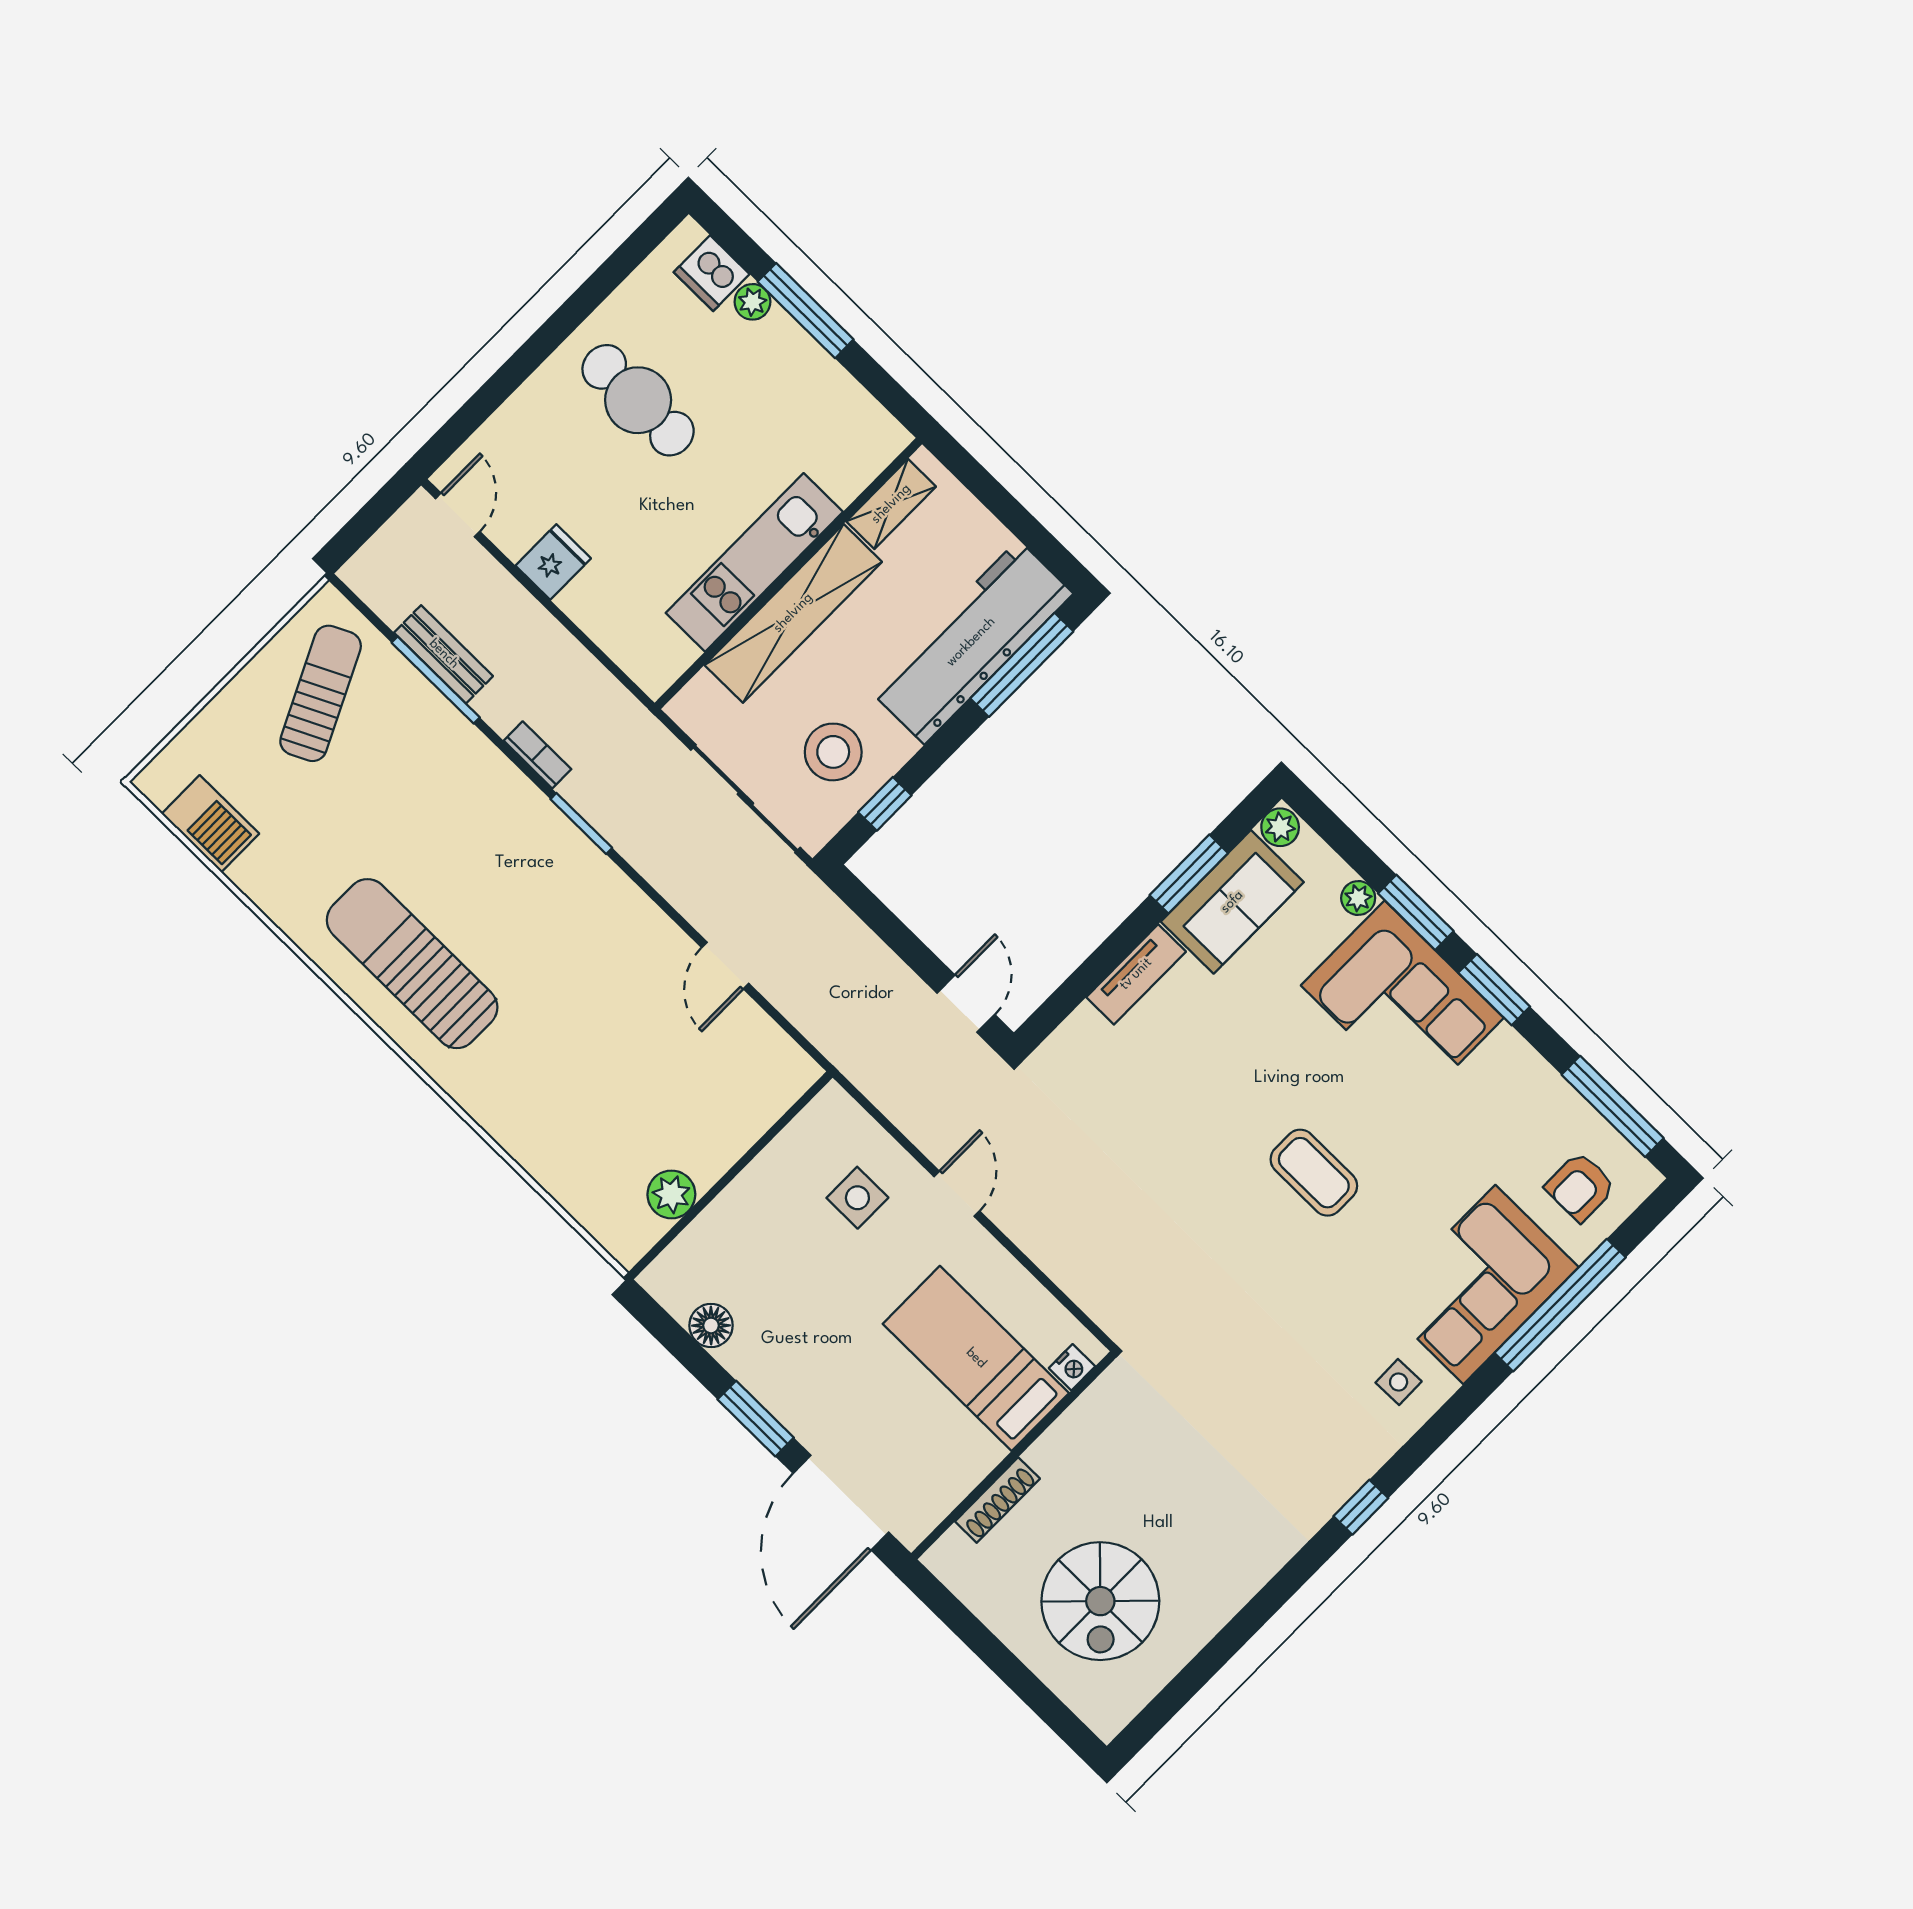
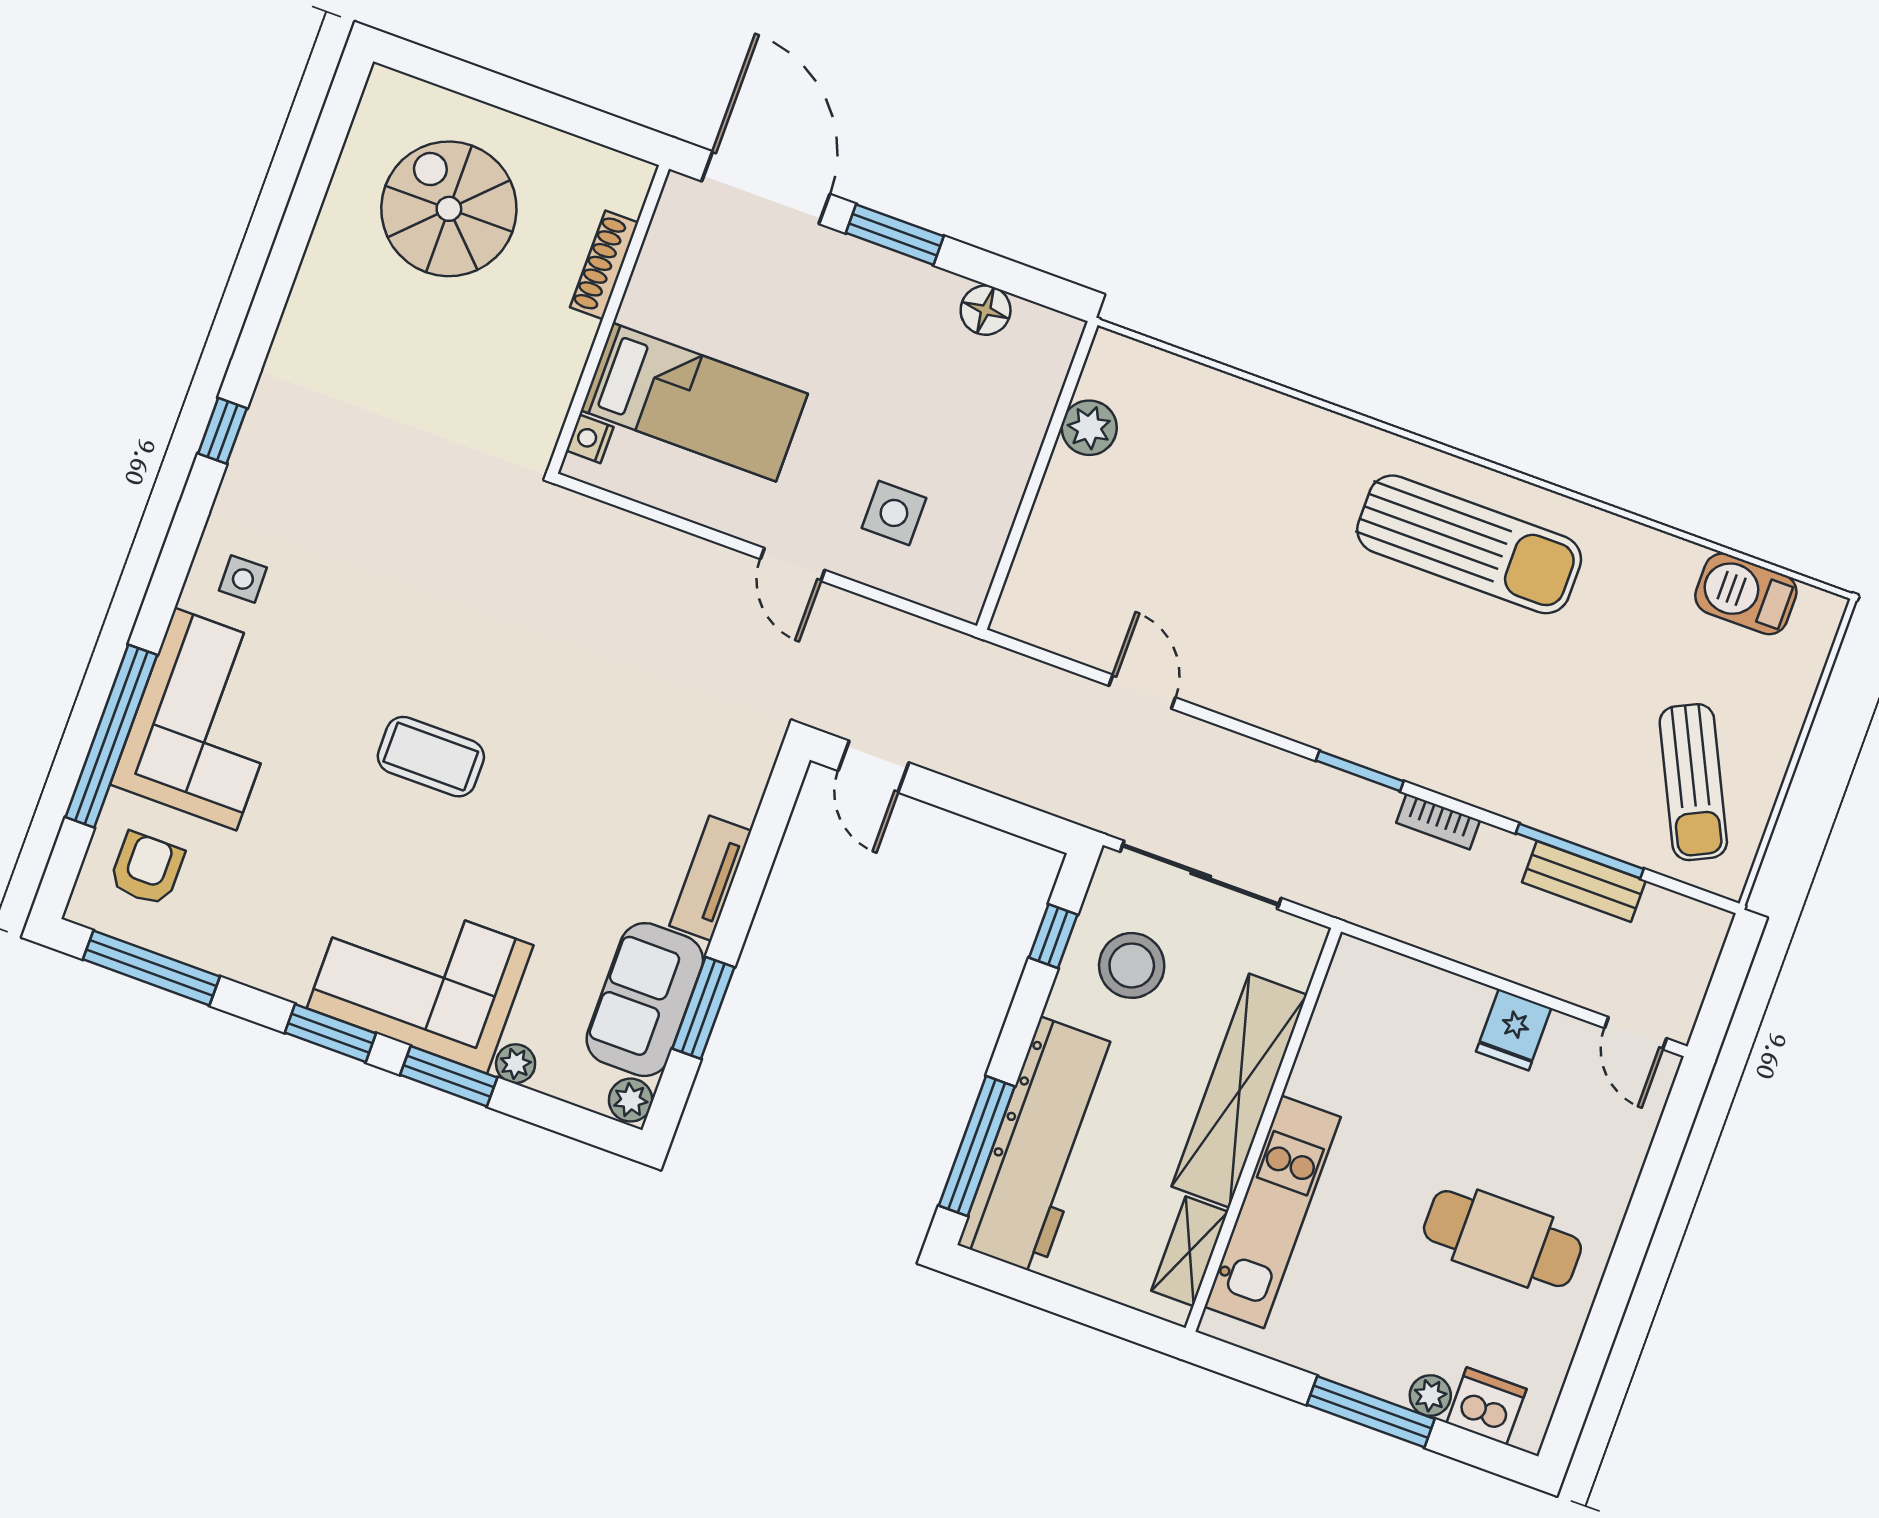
kitchen unit: (754, 562) -> (1273, 1212), moved

